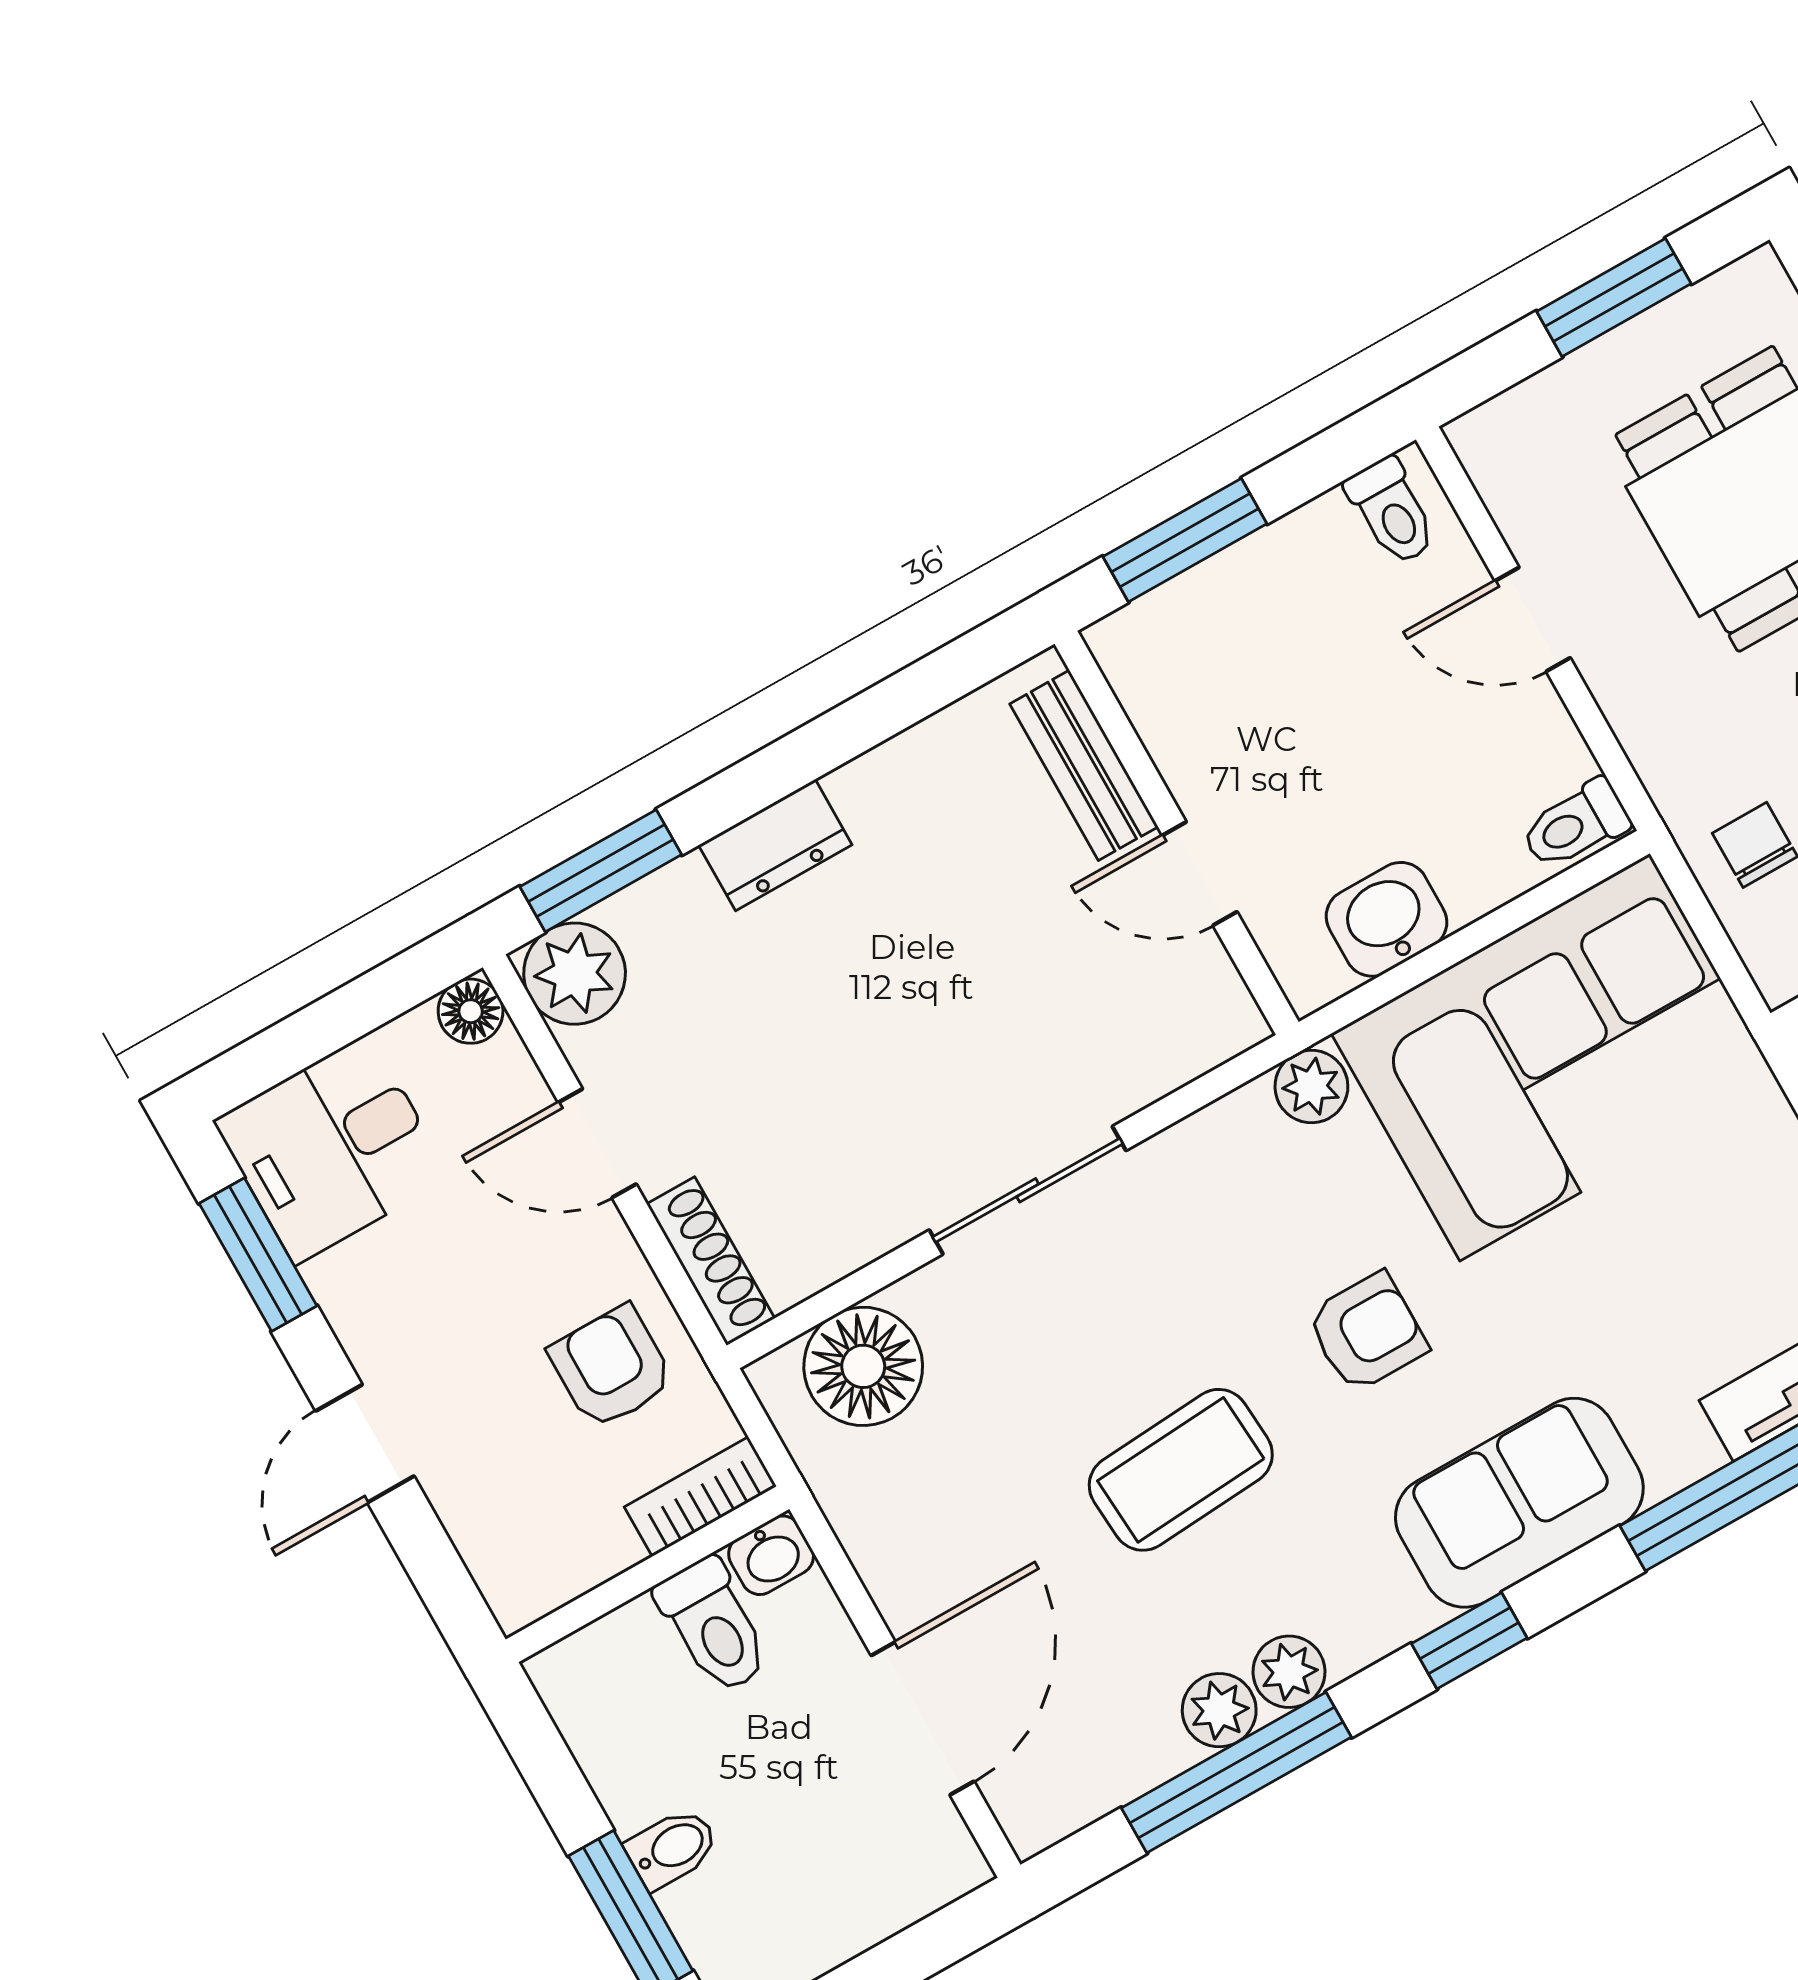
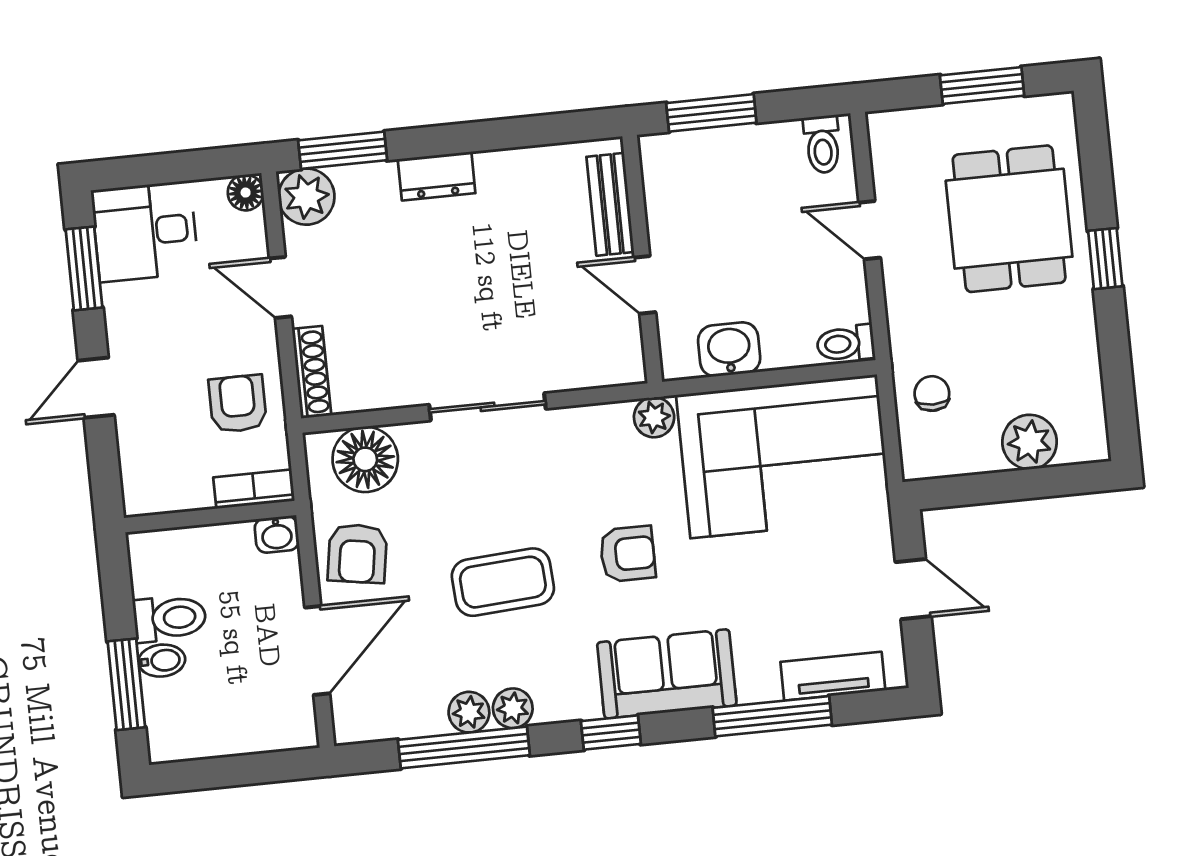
armchair: (919, 1528) -> (357, 553), added
toilet: (714, 1626) -> (170, 618), moved, turned -90

